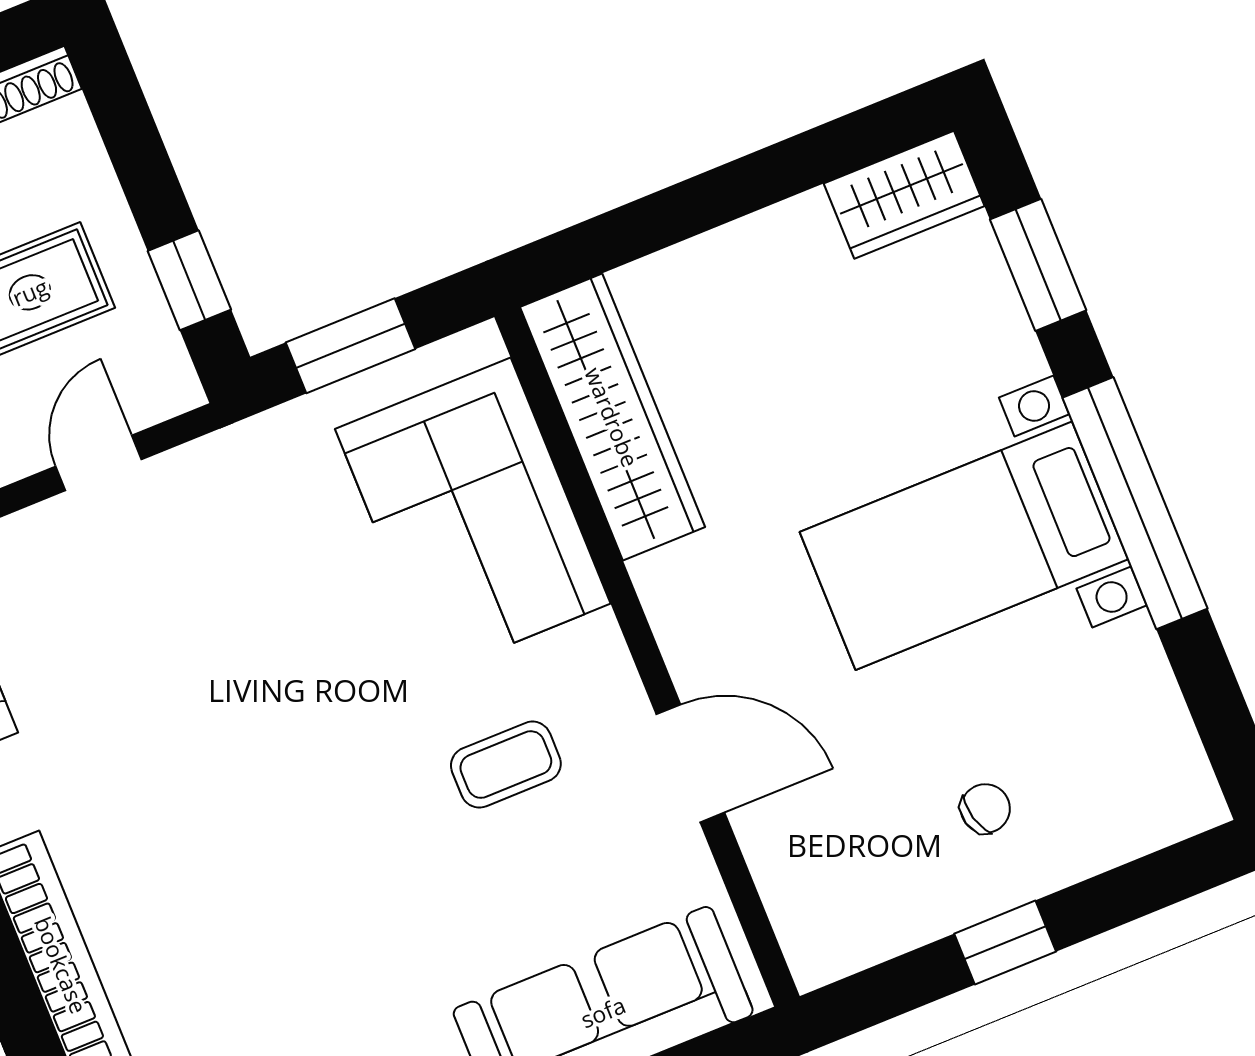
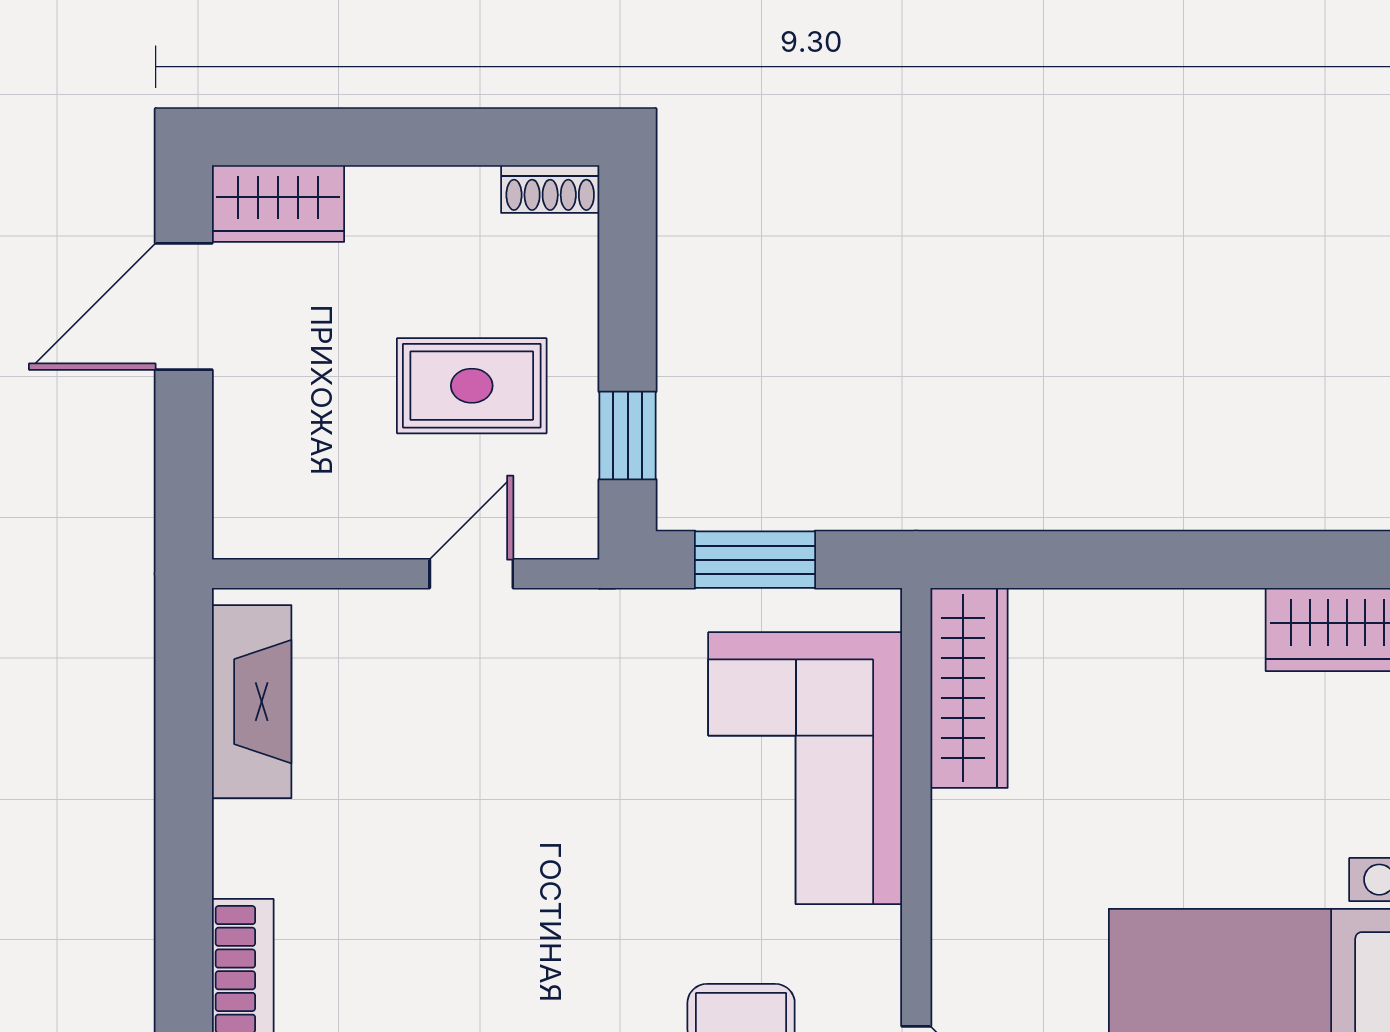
wardrobe: (612, 417) -> (969, 688), width x0.71, depth x0.85

